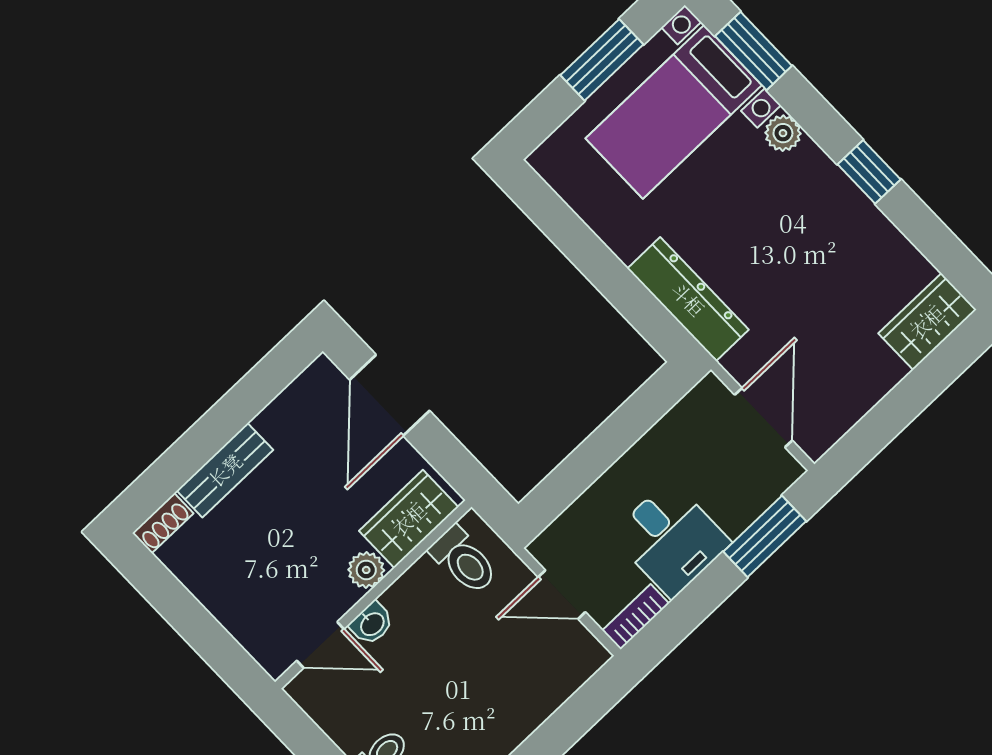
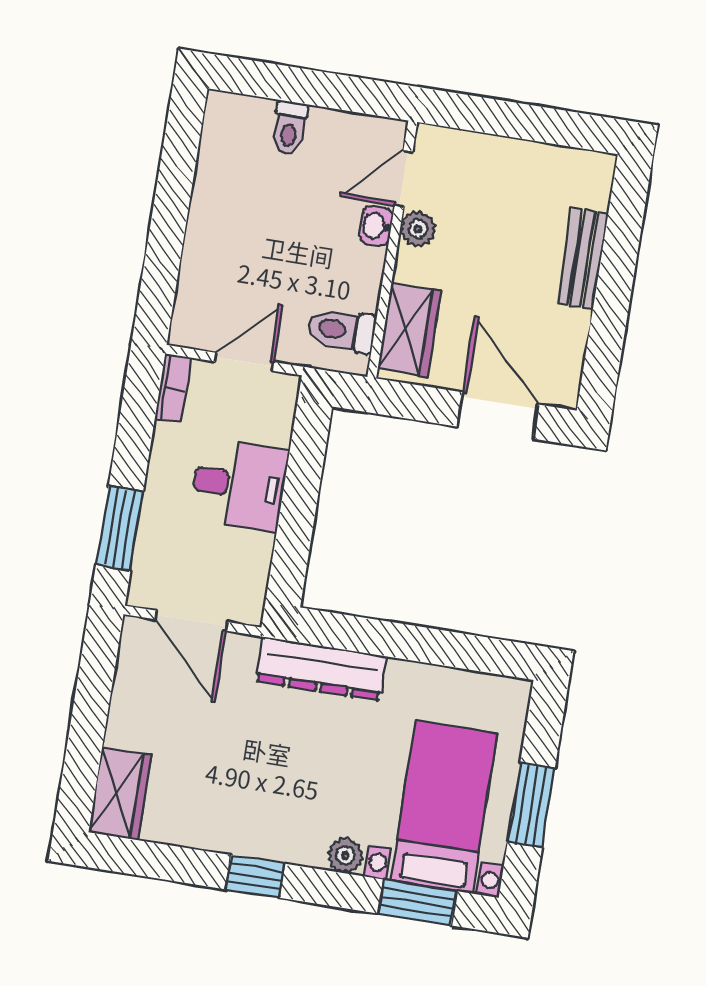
shoe rack: (163, 523) -> (600, 180), removed
desk: (671, 539) -> (239, 485), moved, turned 180
plant: (366, 570) -> (418, 229), moved

